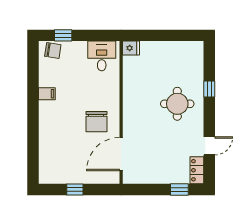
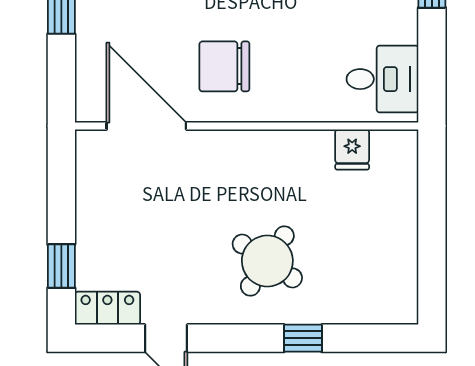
fridge: (131, 48) -> (352, 149), moved
round table: (177, 104) -> (267, 261), turned 34

